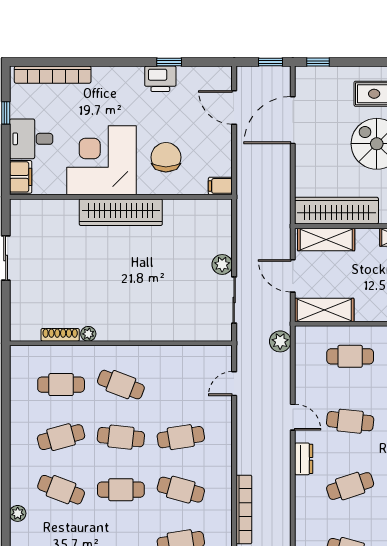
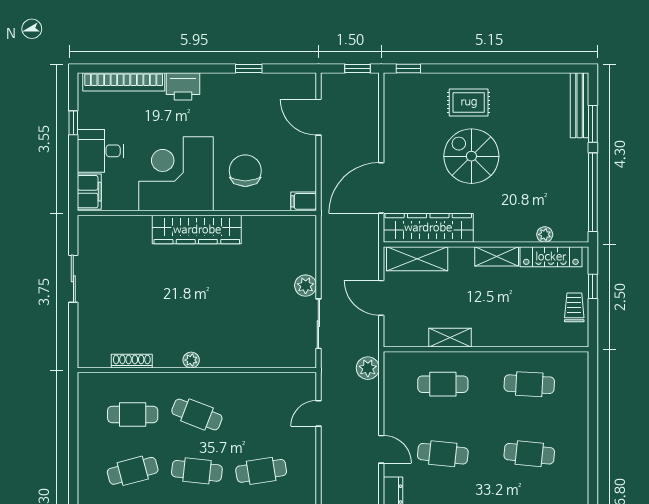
printer: (160, 79) -> (183, 86), moved
door: (293, 120) -> (381, 188), moved
shelving: (324, 310) -> (450, 338), moved, width x0.67, depth x0.75
plant: (88, 334) -> (191, 360), moved

